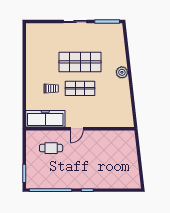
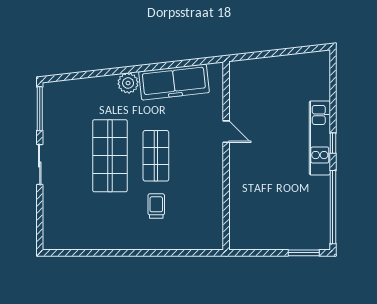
freezer: (45, 119) -> (174, 82), moved, turned -96
door: (77, 129) -> (226, 132), moved
cafe table: (51, 148) -> (260, 206), removed
kitchen unit: (90, 183) -> (320, 138), added

